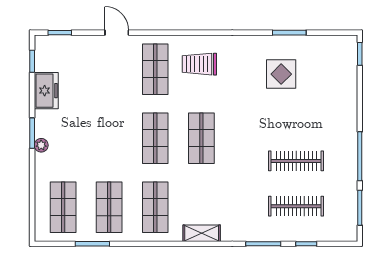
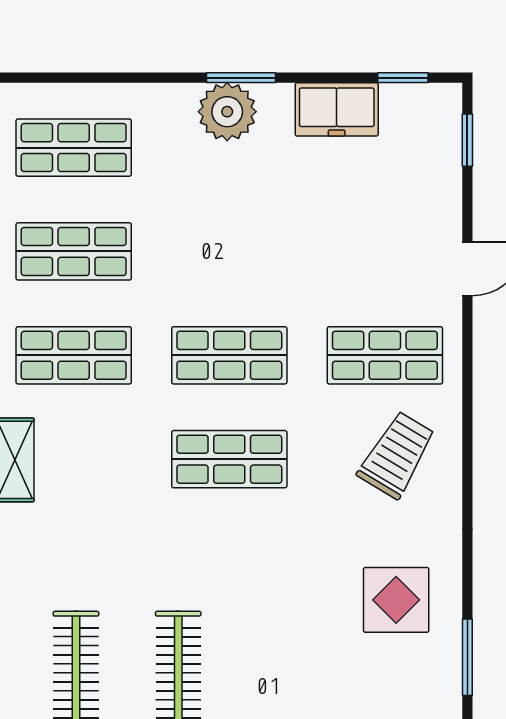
trolley: (199, 64) -> (397, 455), turned 31
display table: (281, 74) -> (396, 600), moved
plant: (41, 145) -> (227, 112), width x1.88, depth x1.88

